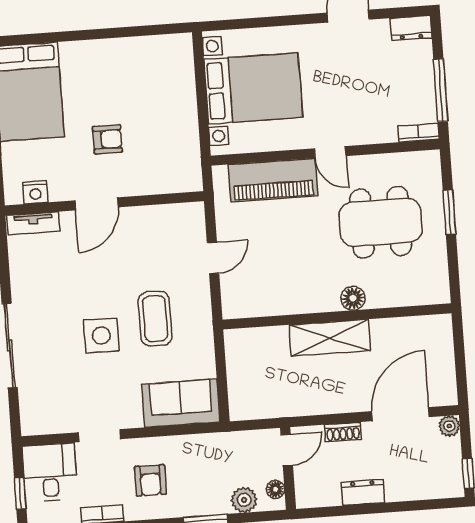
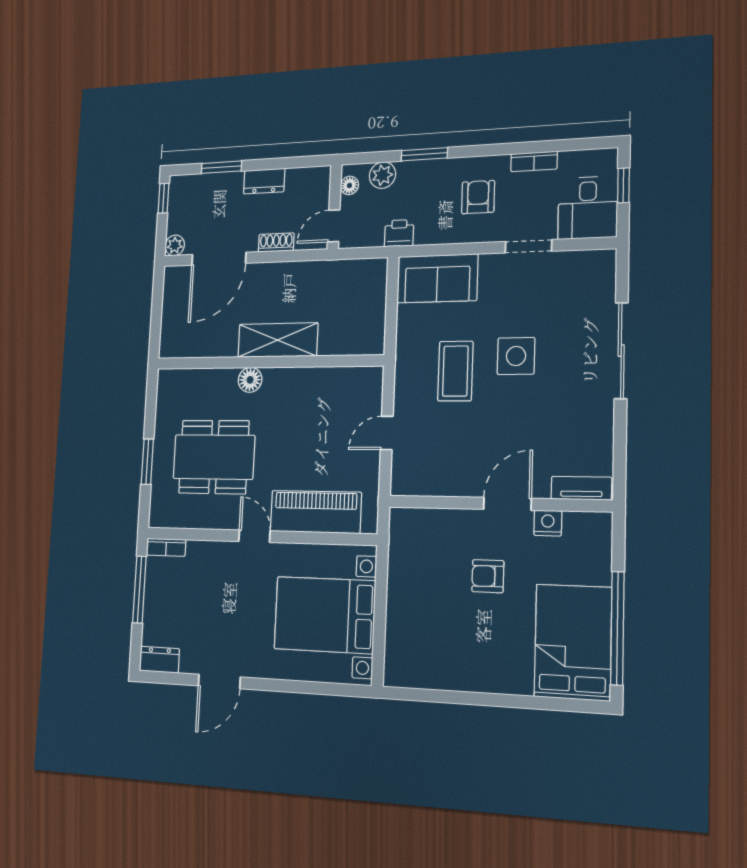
nightstand: (35, 192) -> (548, 523), moved
printer: (222, 444) -> (399, 233), added
window: (410, 506) -> (221, 167), added

